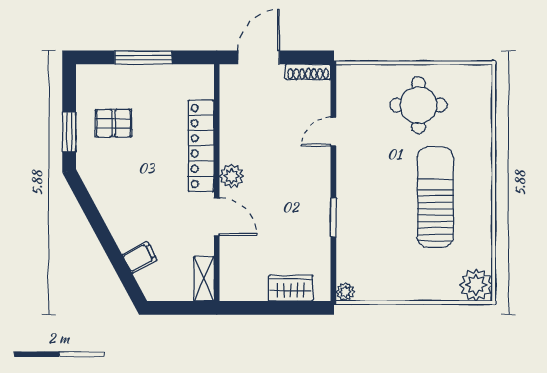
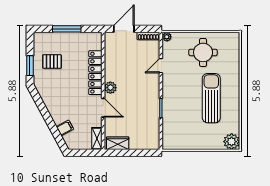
wardrobe: (291, 288) -> (118, 143), moved
plant: (345, 292) -> (167, 37), moved

